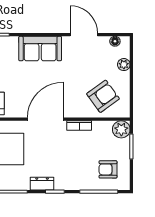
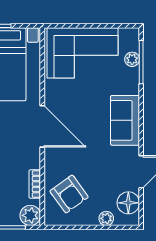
floor lamp: (115, 41) -> (128, 203), width x1.89, depth x1.89
bookcase: (79, 126) -> (35, 184), moved

